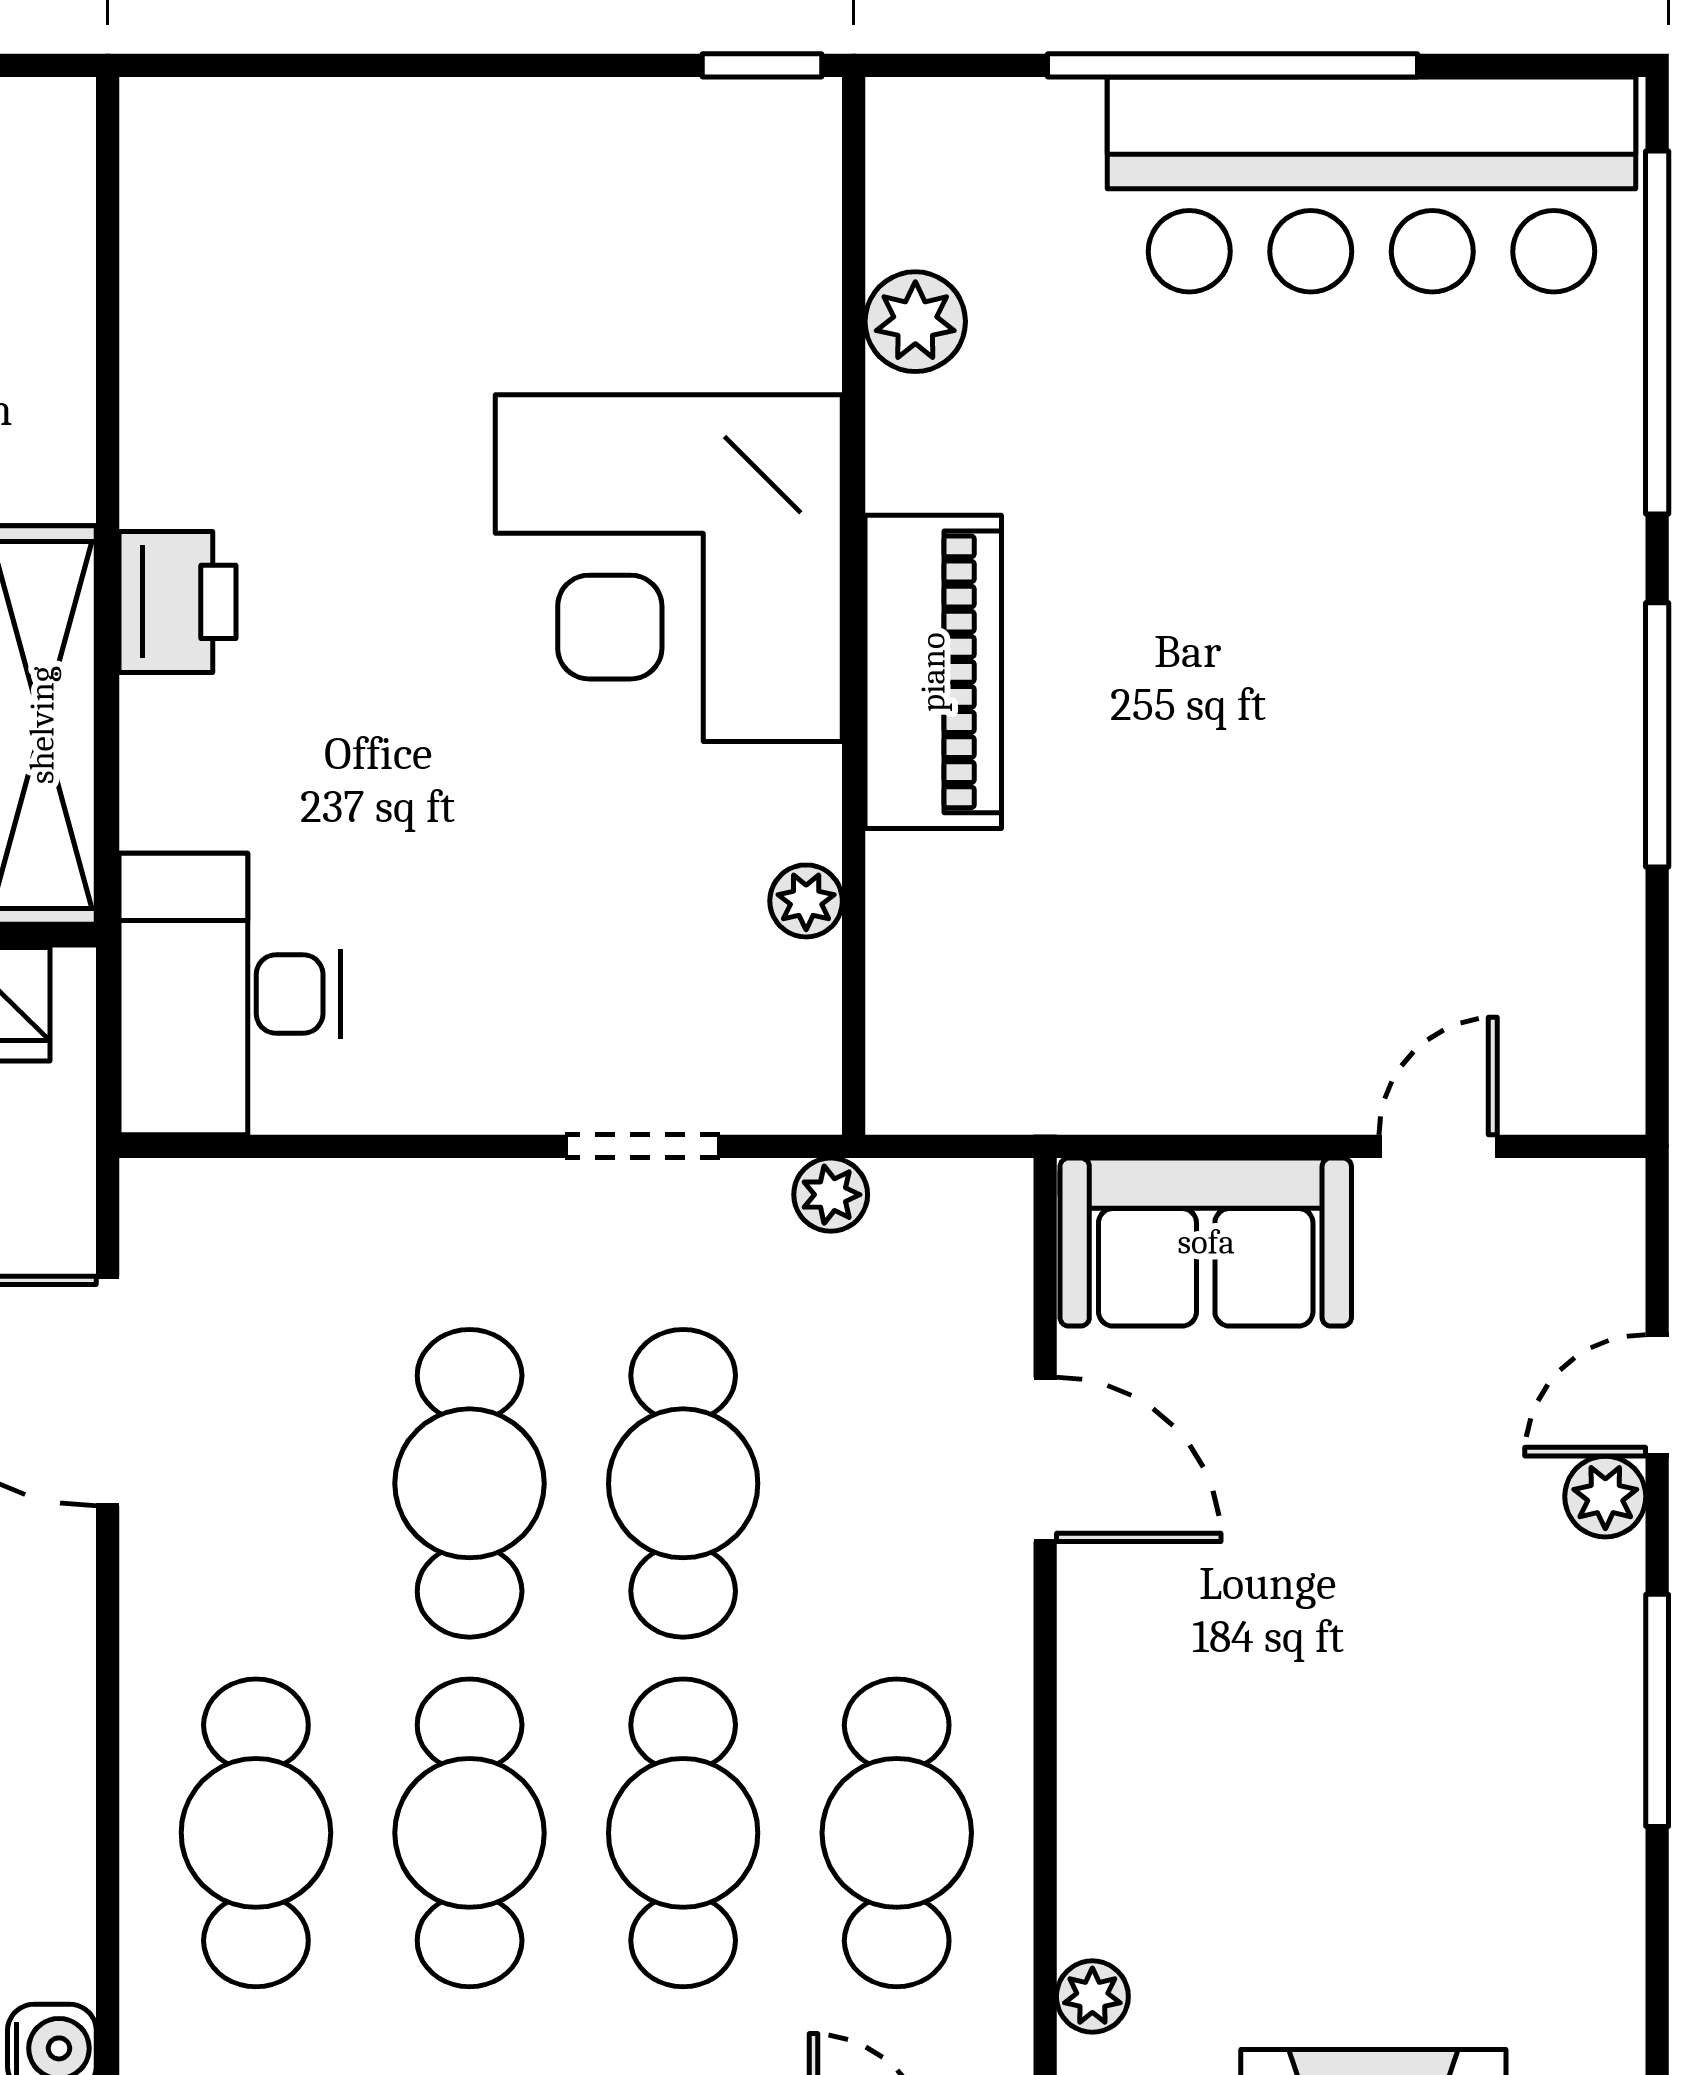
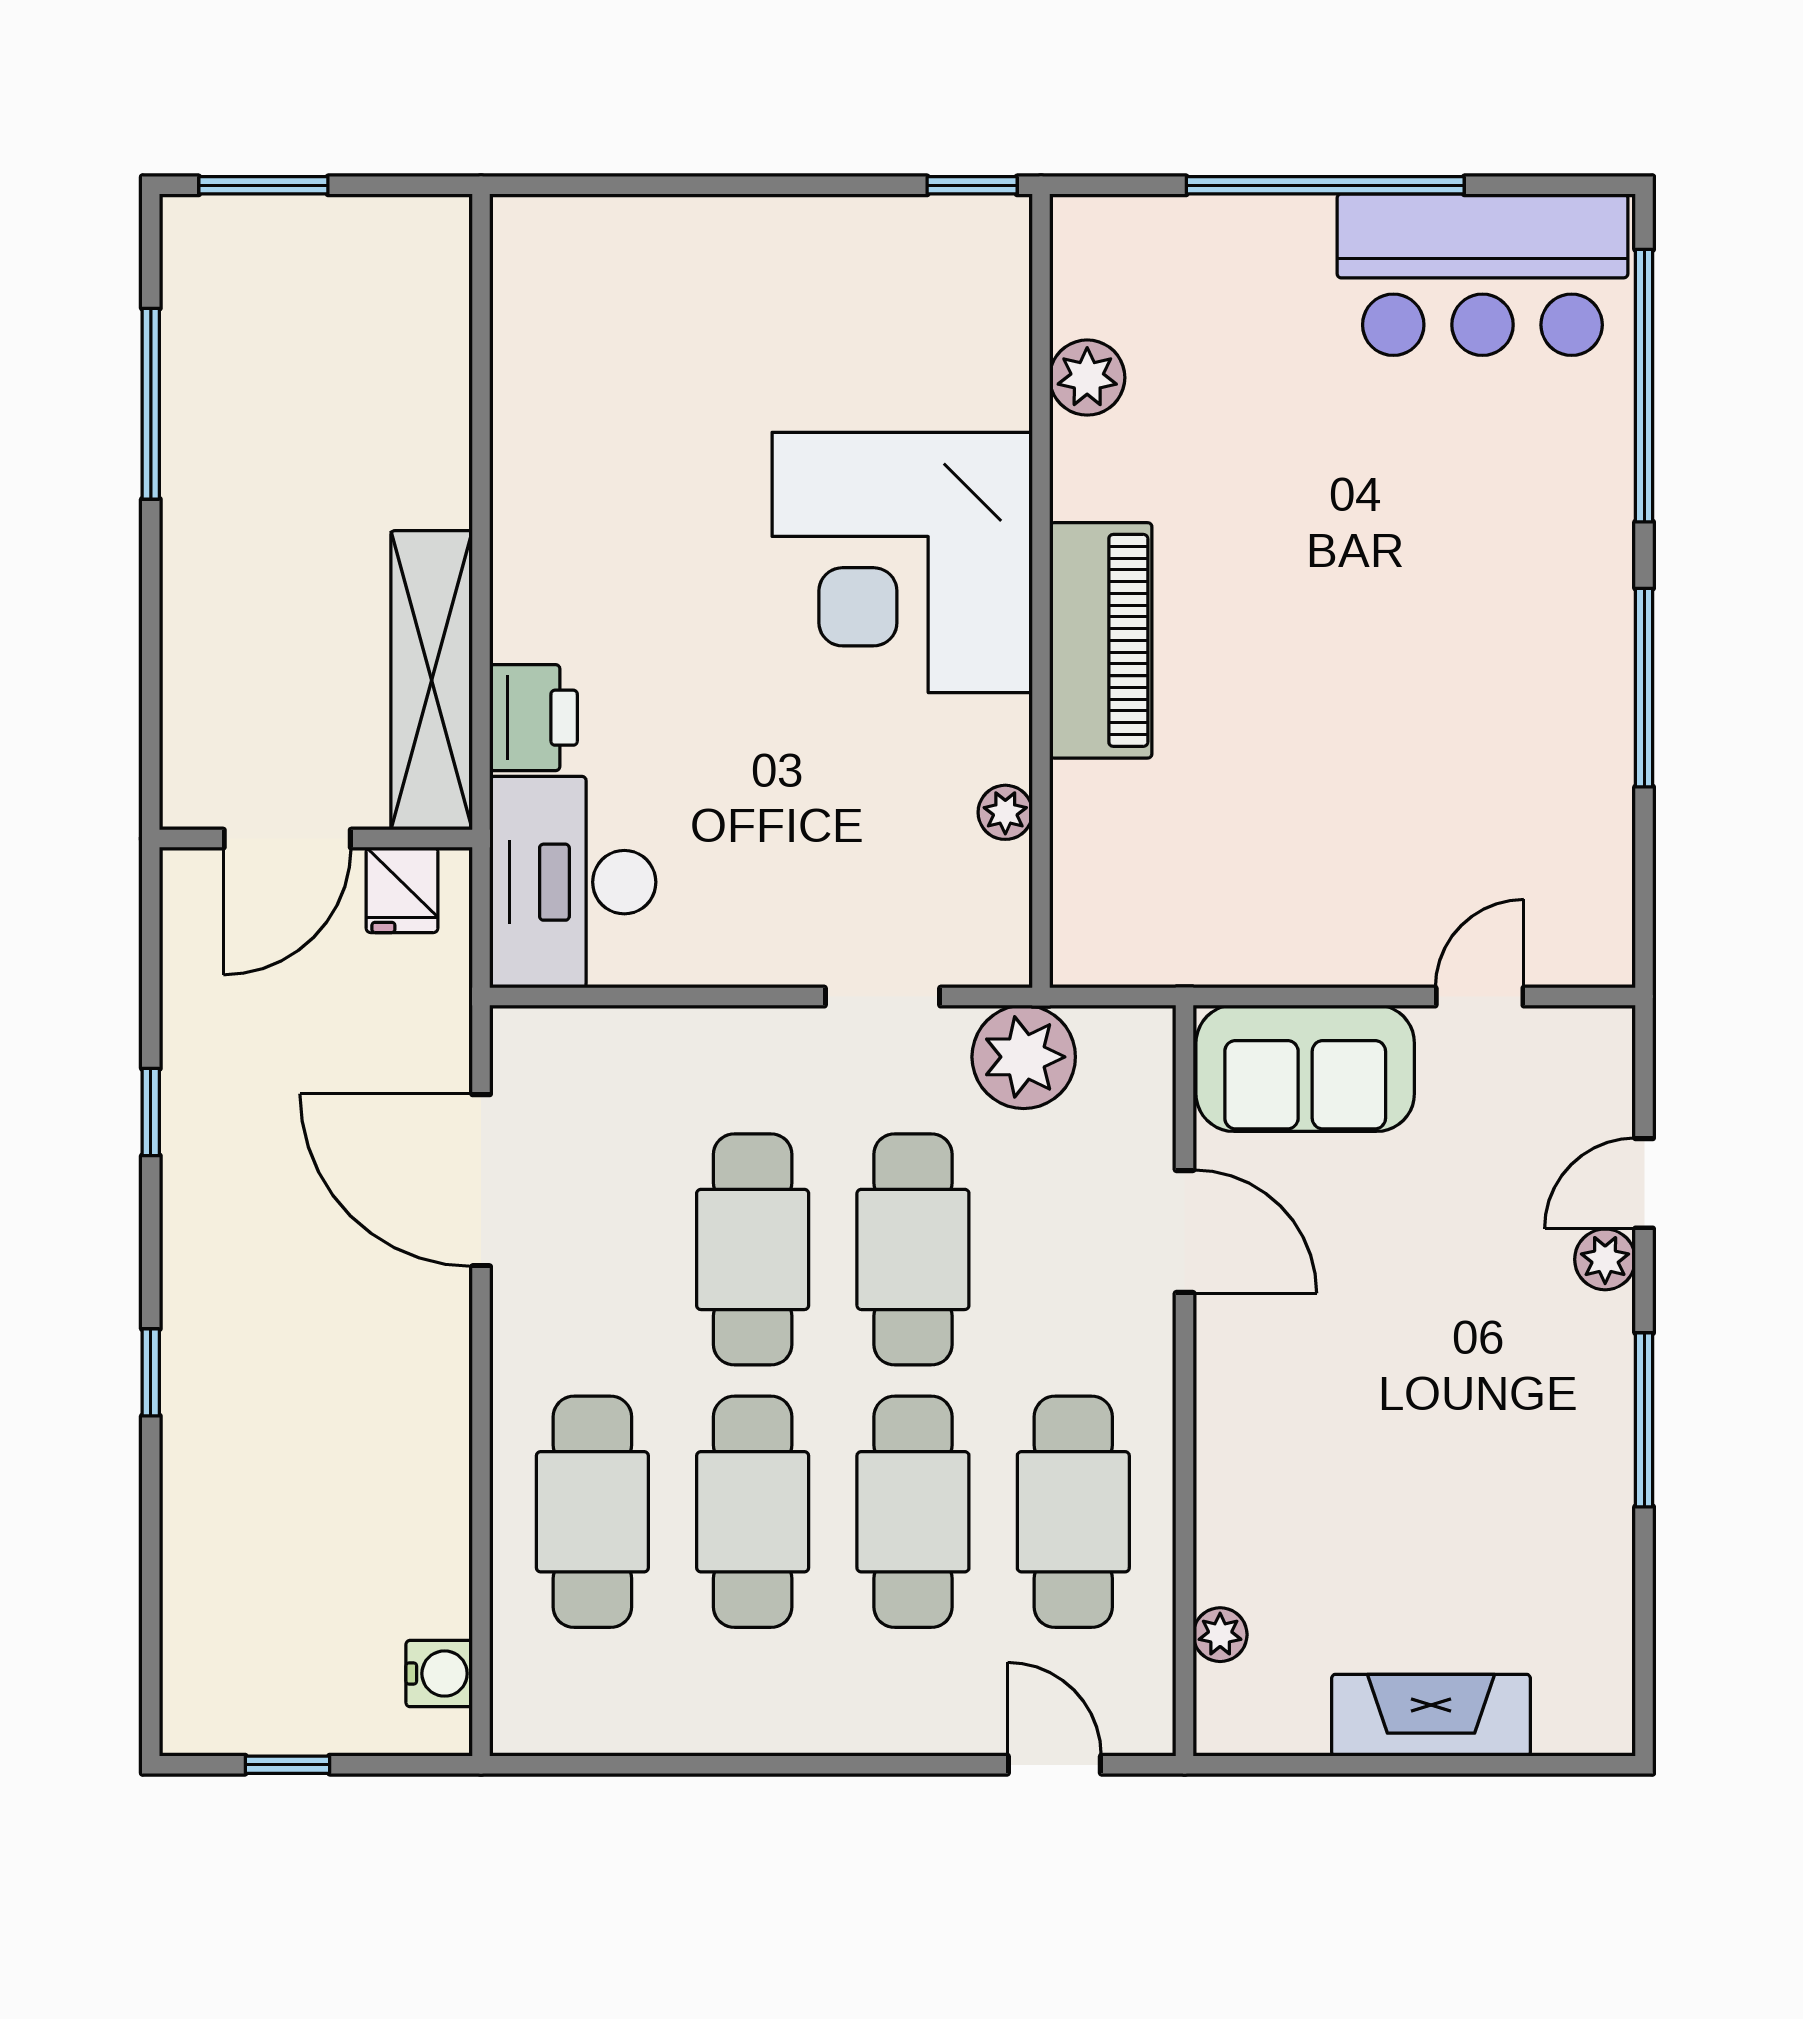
bar counter: (1371, 185) -> (1482, 275), width x0.73
printer: (177, 602) -> (533, 718), moved
plant: (831, 1195) -> (1024, 1057), width x1.88, depth x1.88

